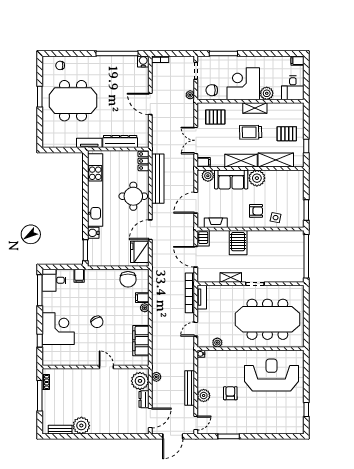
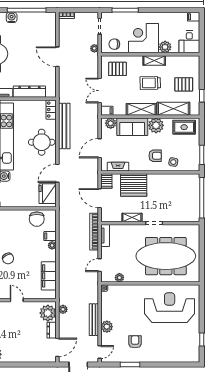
water cooler: (143, 61) -> (12, 17), moved
rug: (287, 180) -> (184, 127), added
server rack: (238, 243) -> (134, 185), width x1.60
armchair: (230, 393) -> (135, 342), moved

